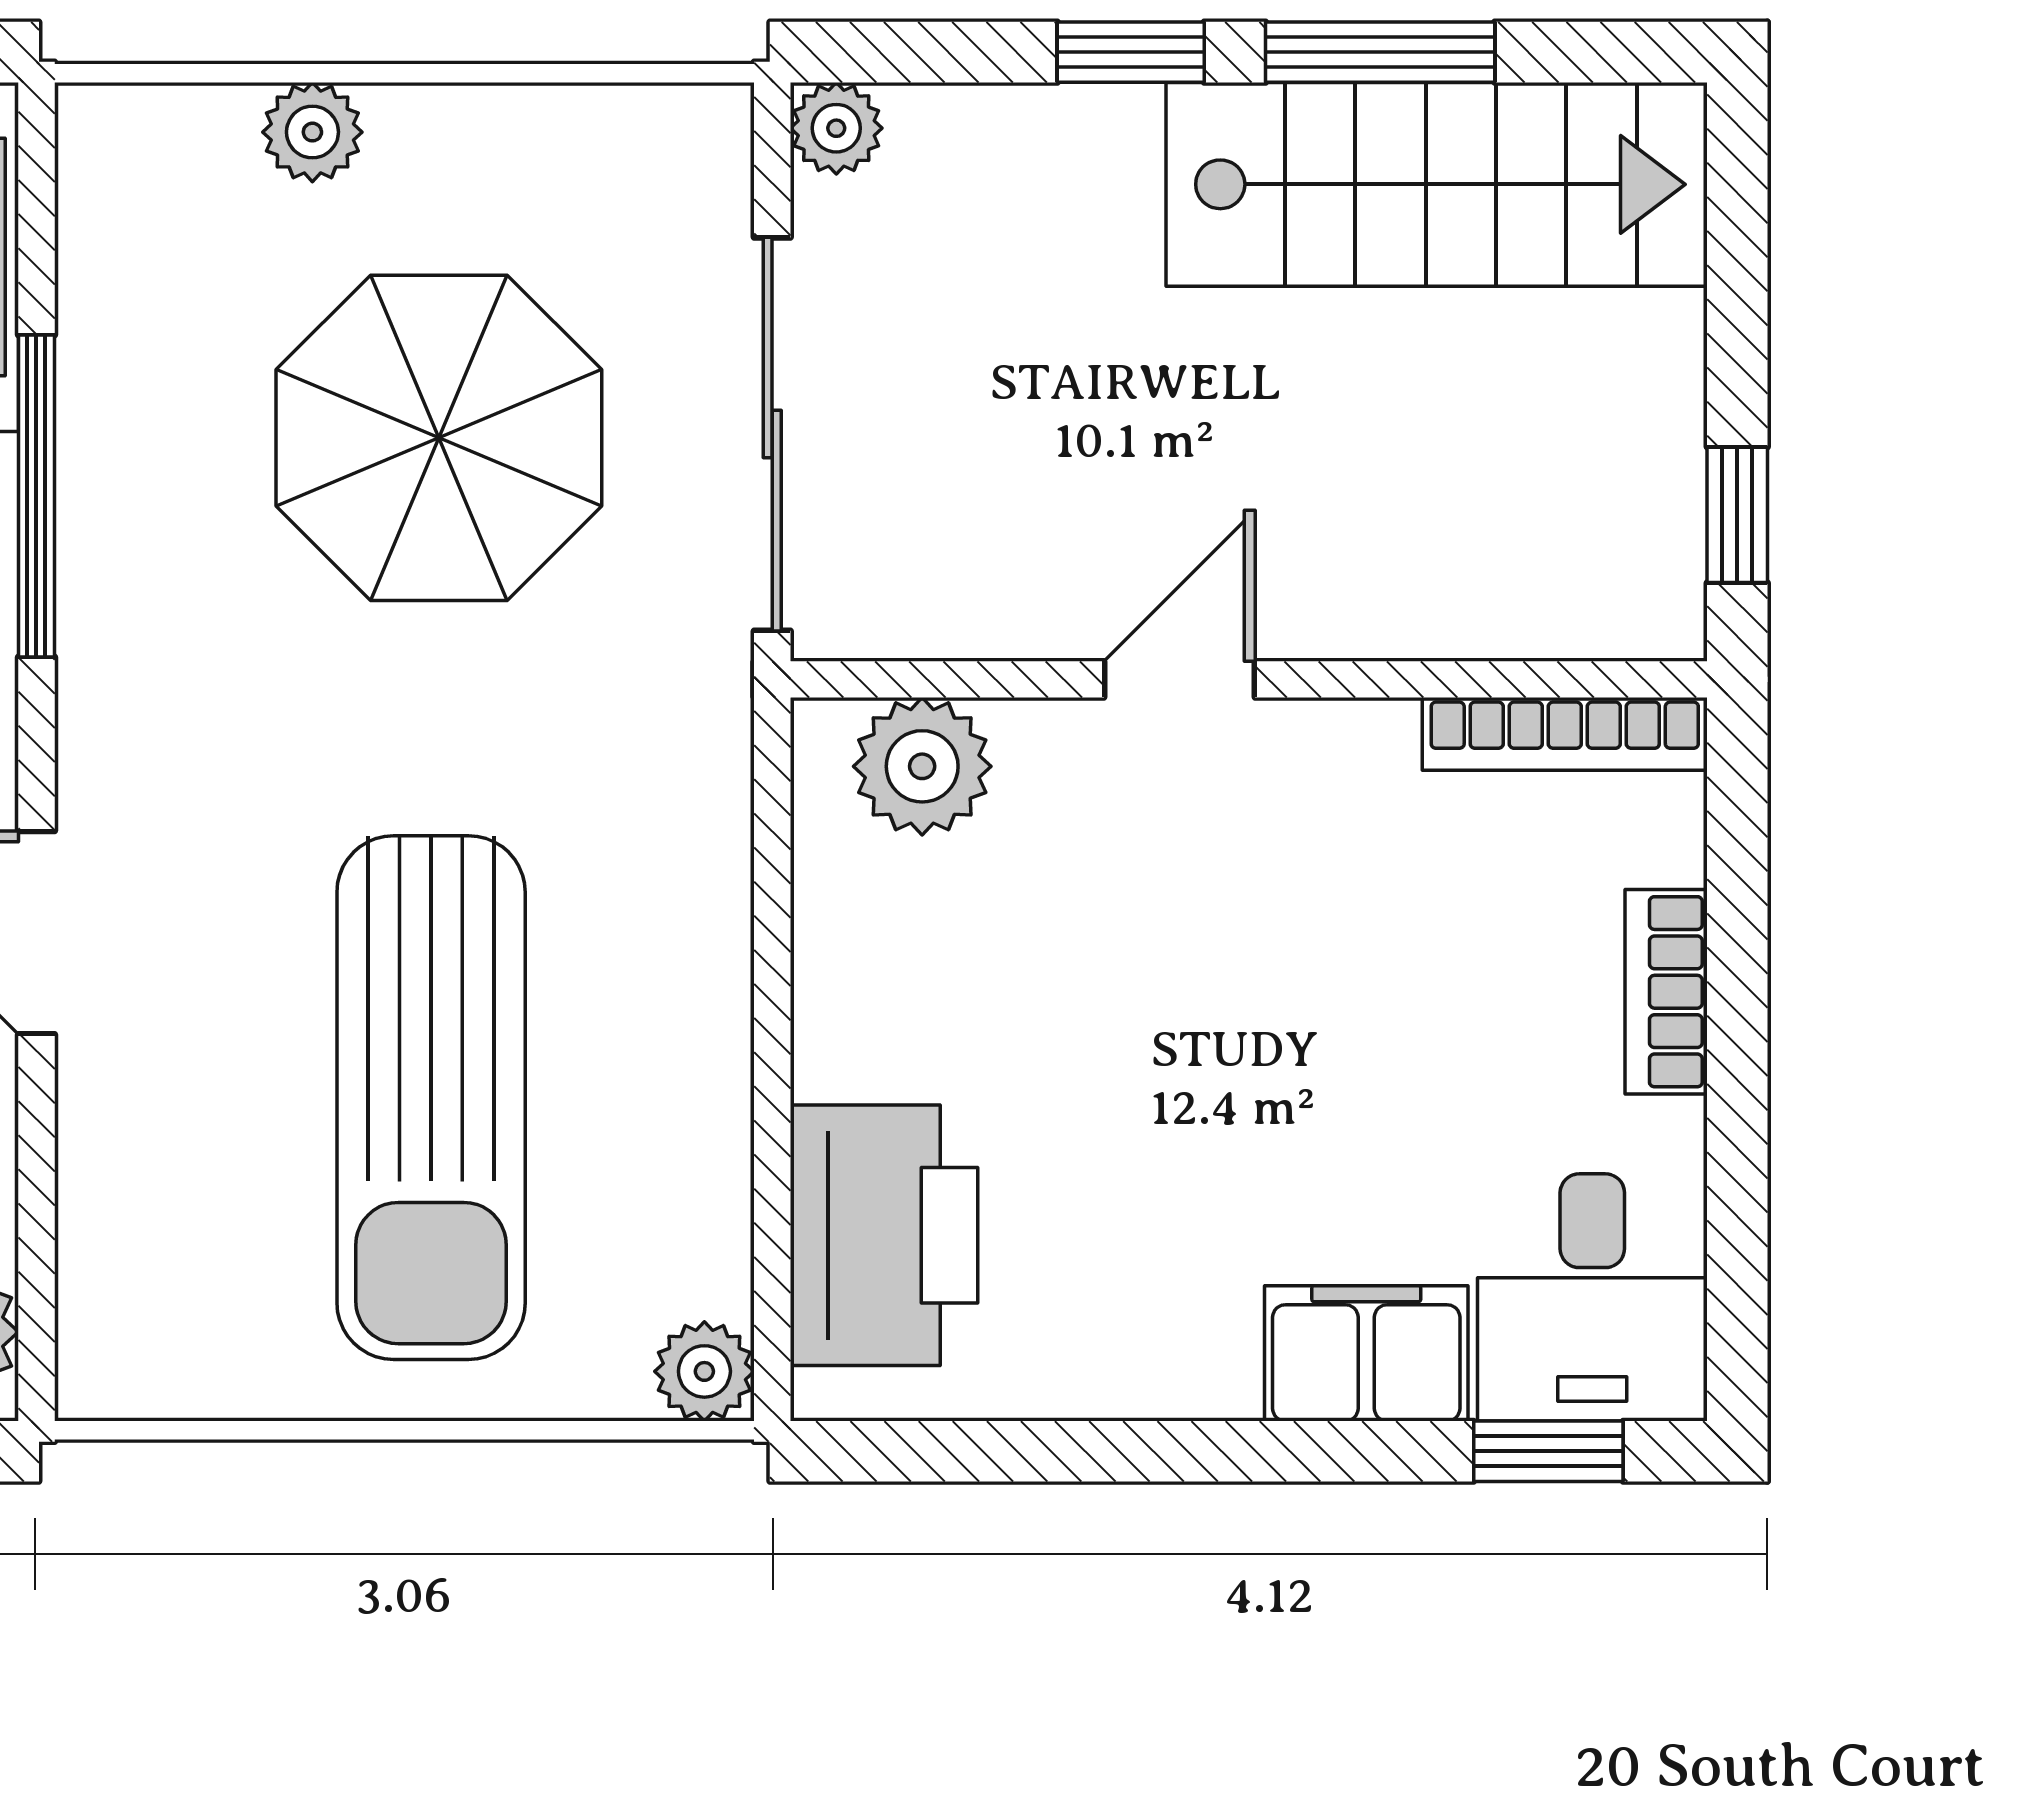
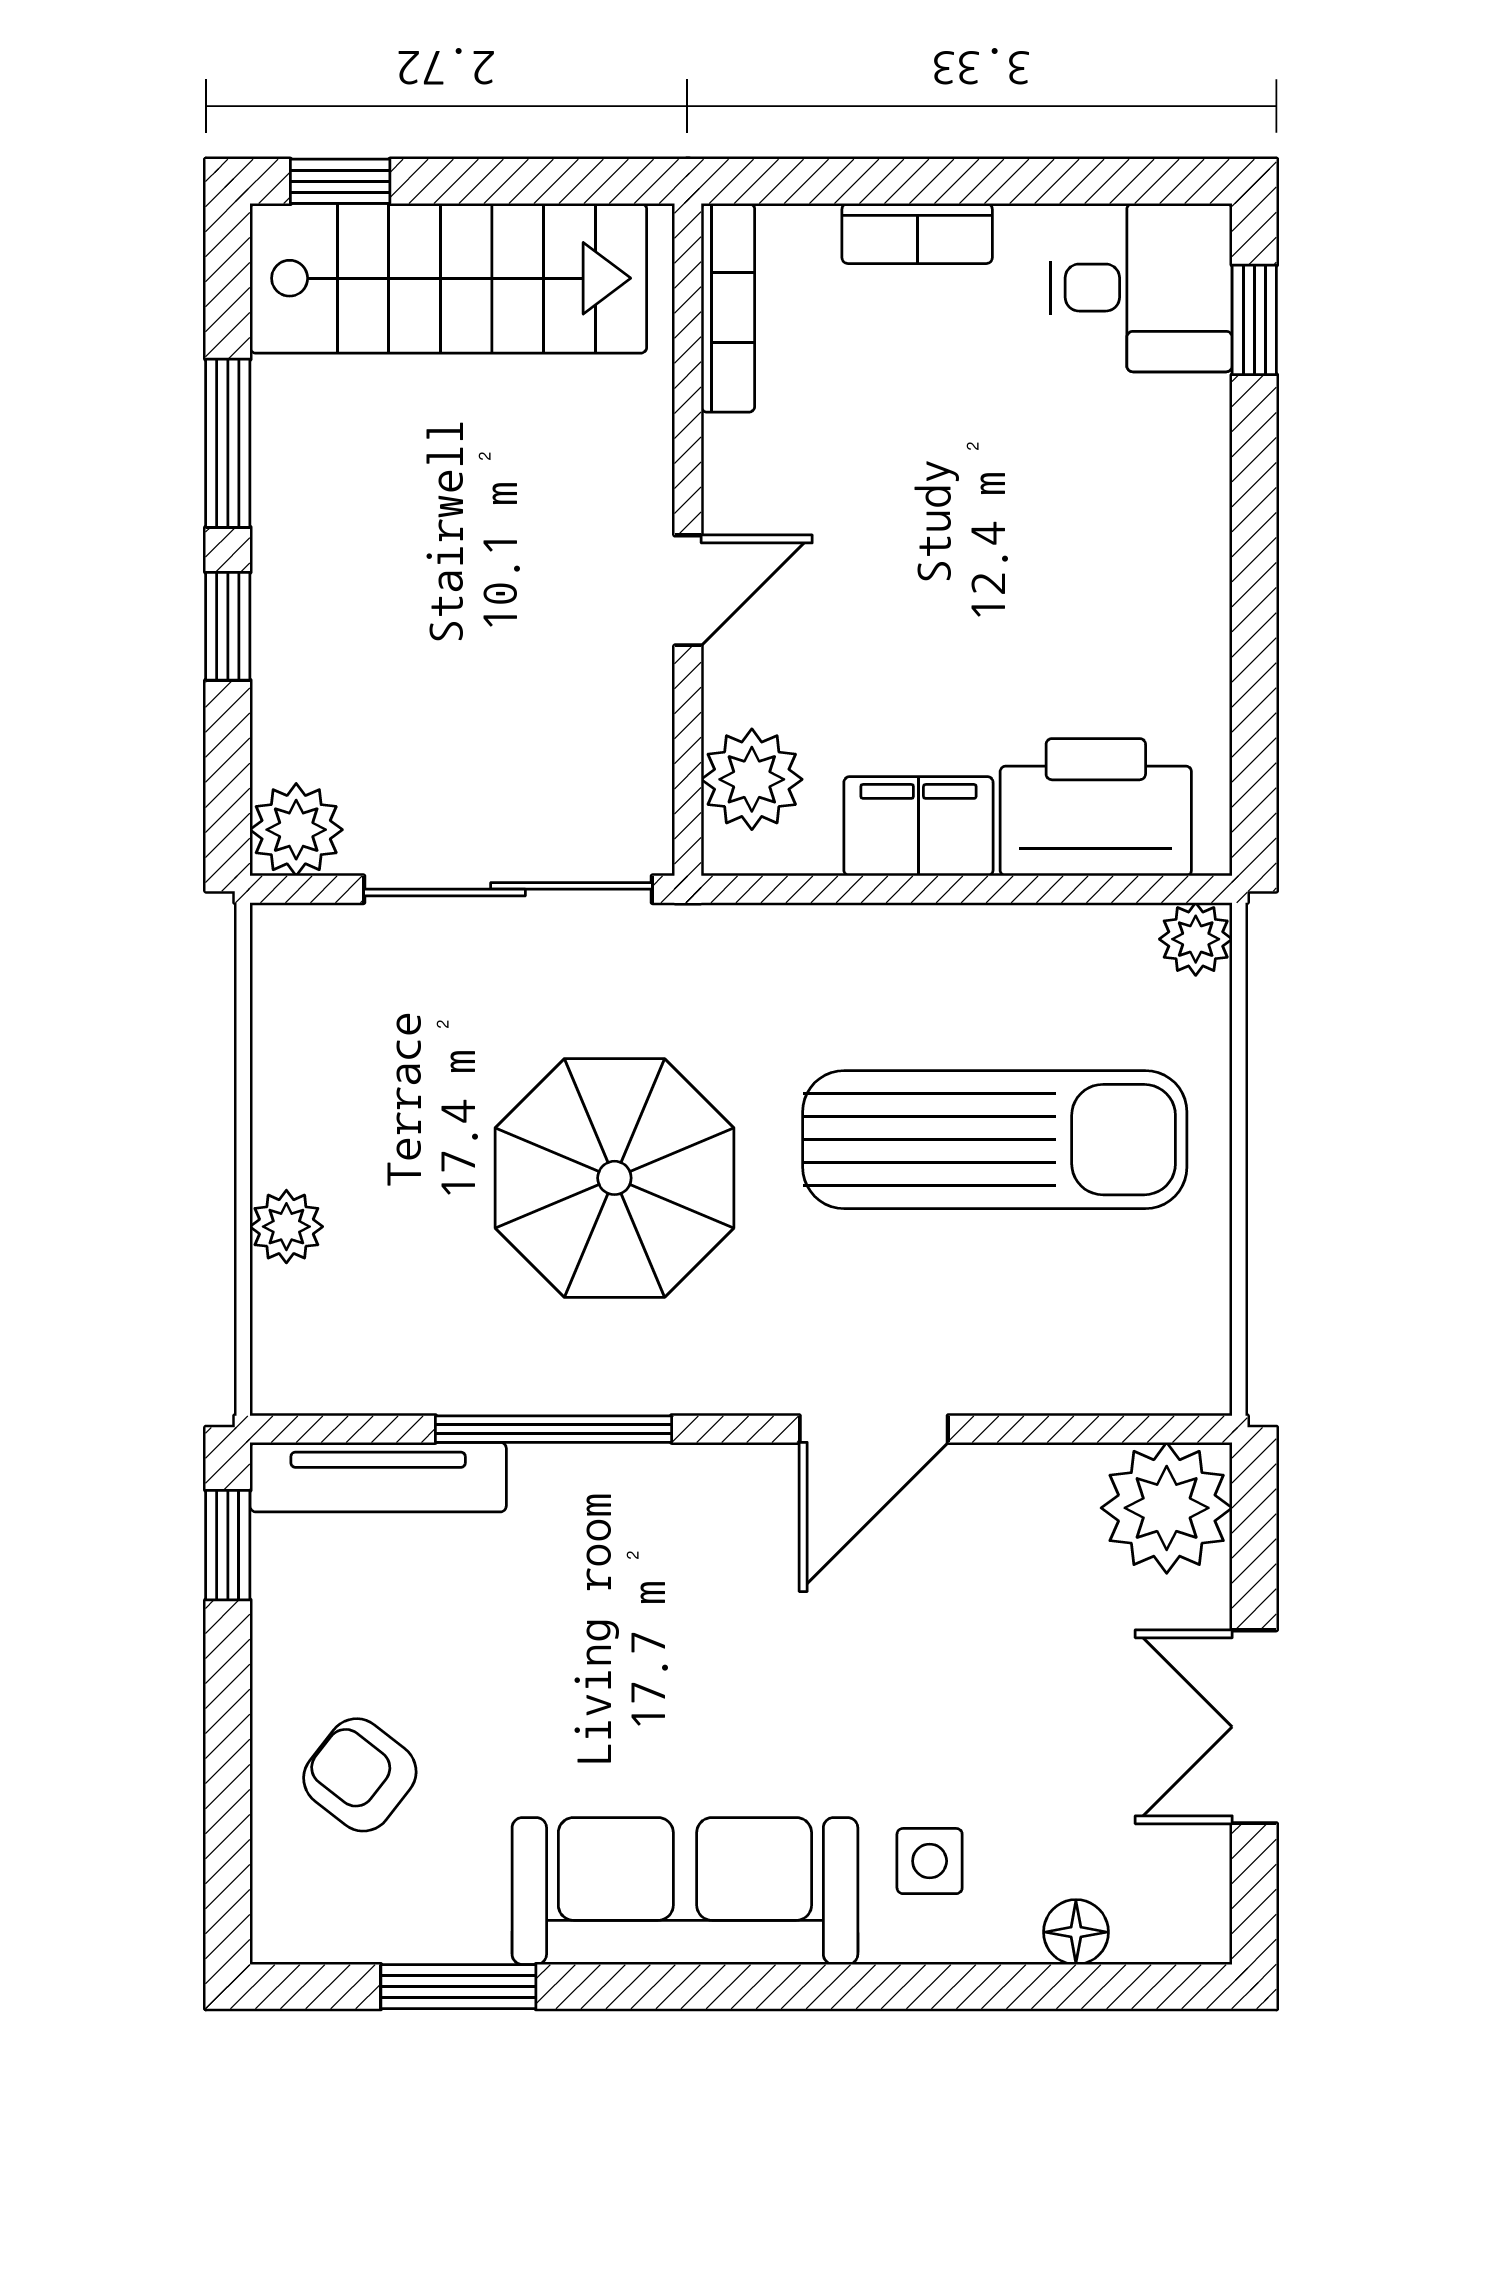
plant: (836, 128) -> (296, 830), width x1.38, depth x1.38
stairs: (1437, 184) -> (448, 278), moved, turned 90
parasol: (439, 438) -> (614, 1178), moved
window: (1737, 515) -> (340, 181), moved
door: (1180, 679) -> (688, 590), swing flipped
filing cabinet: (1366, 1353) -> (918, 826), moved, turned 90

